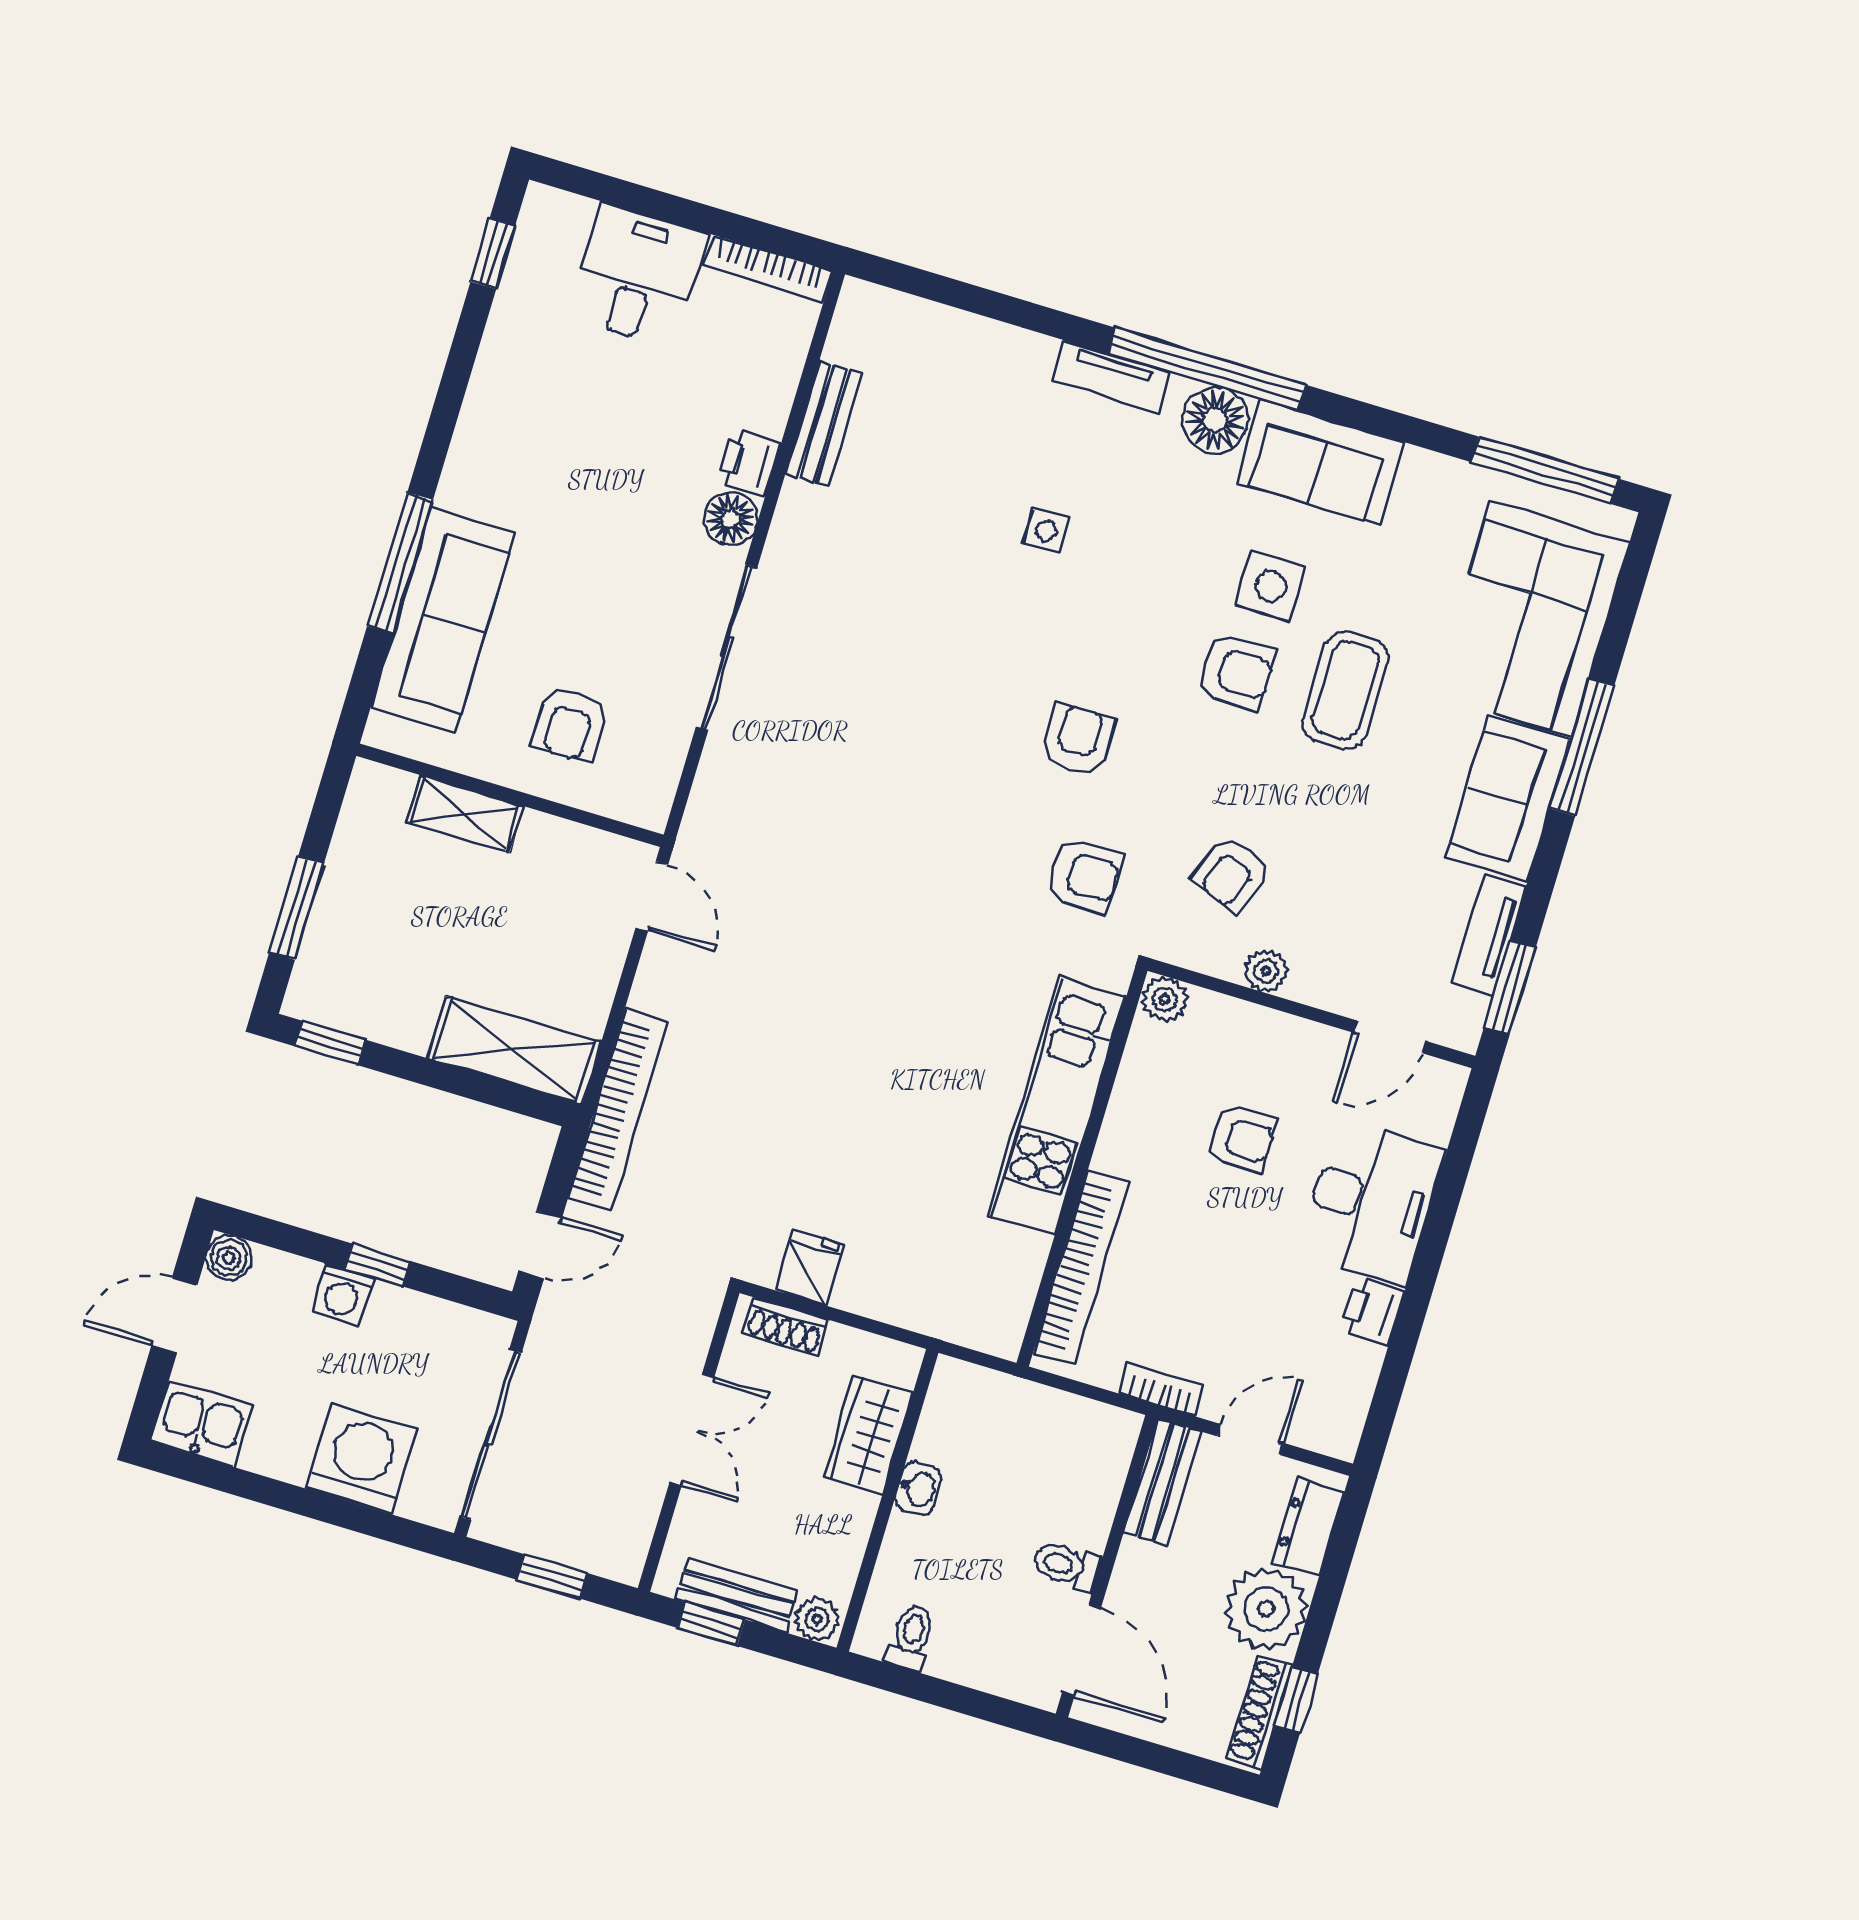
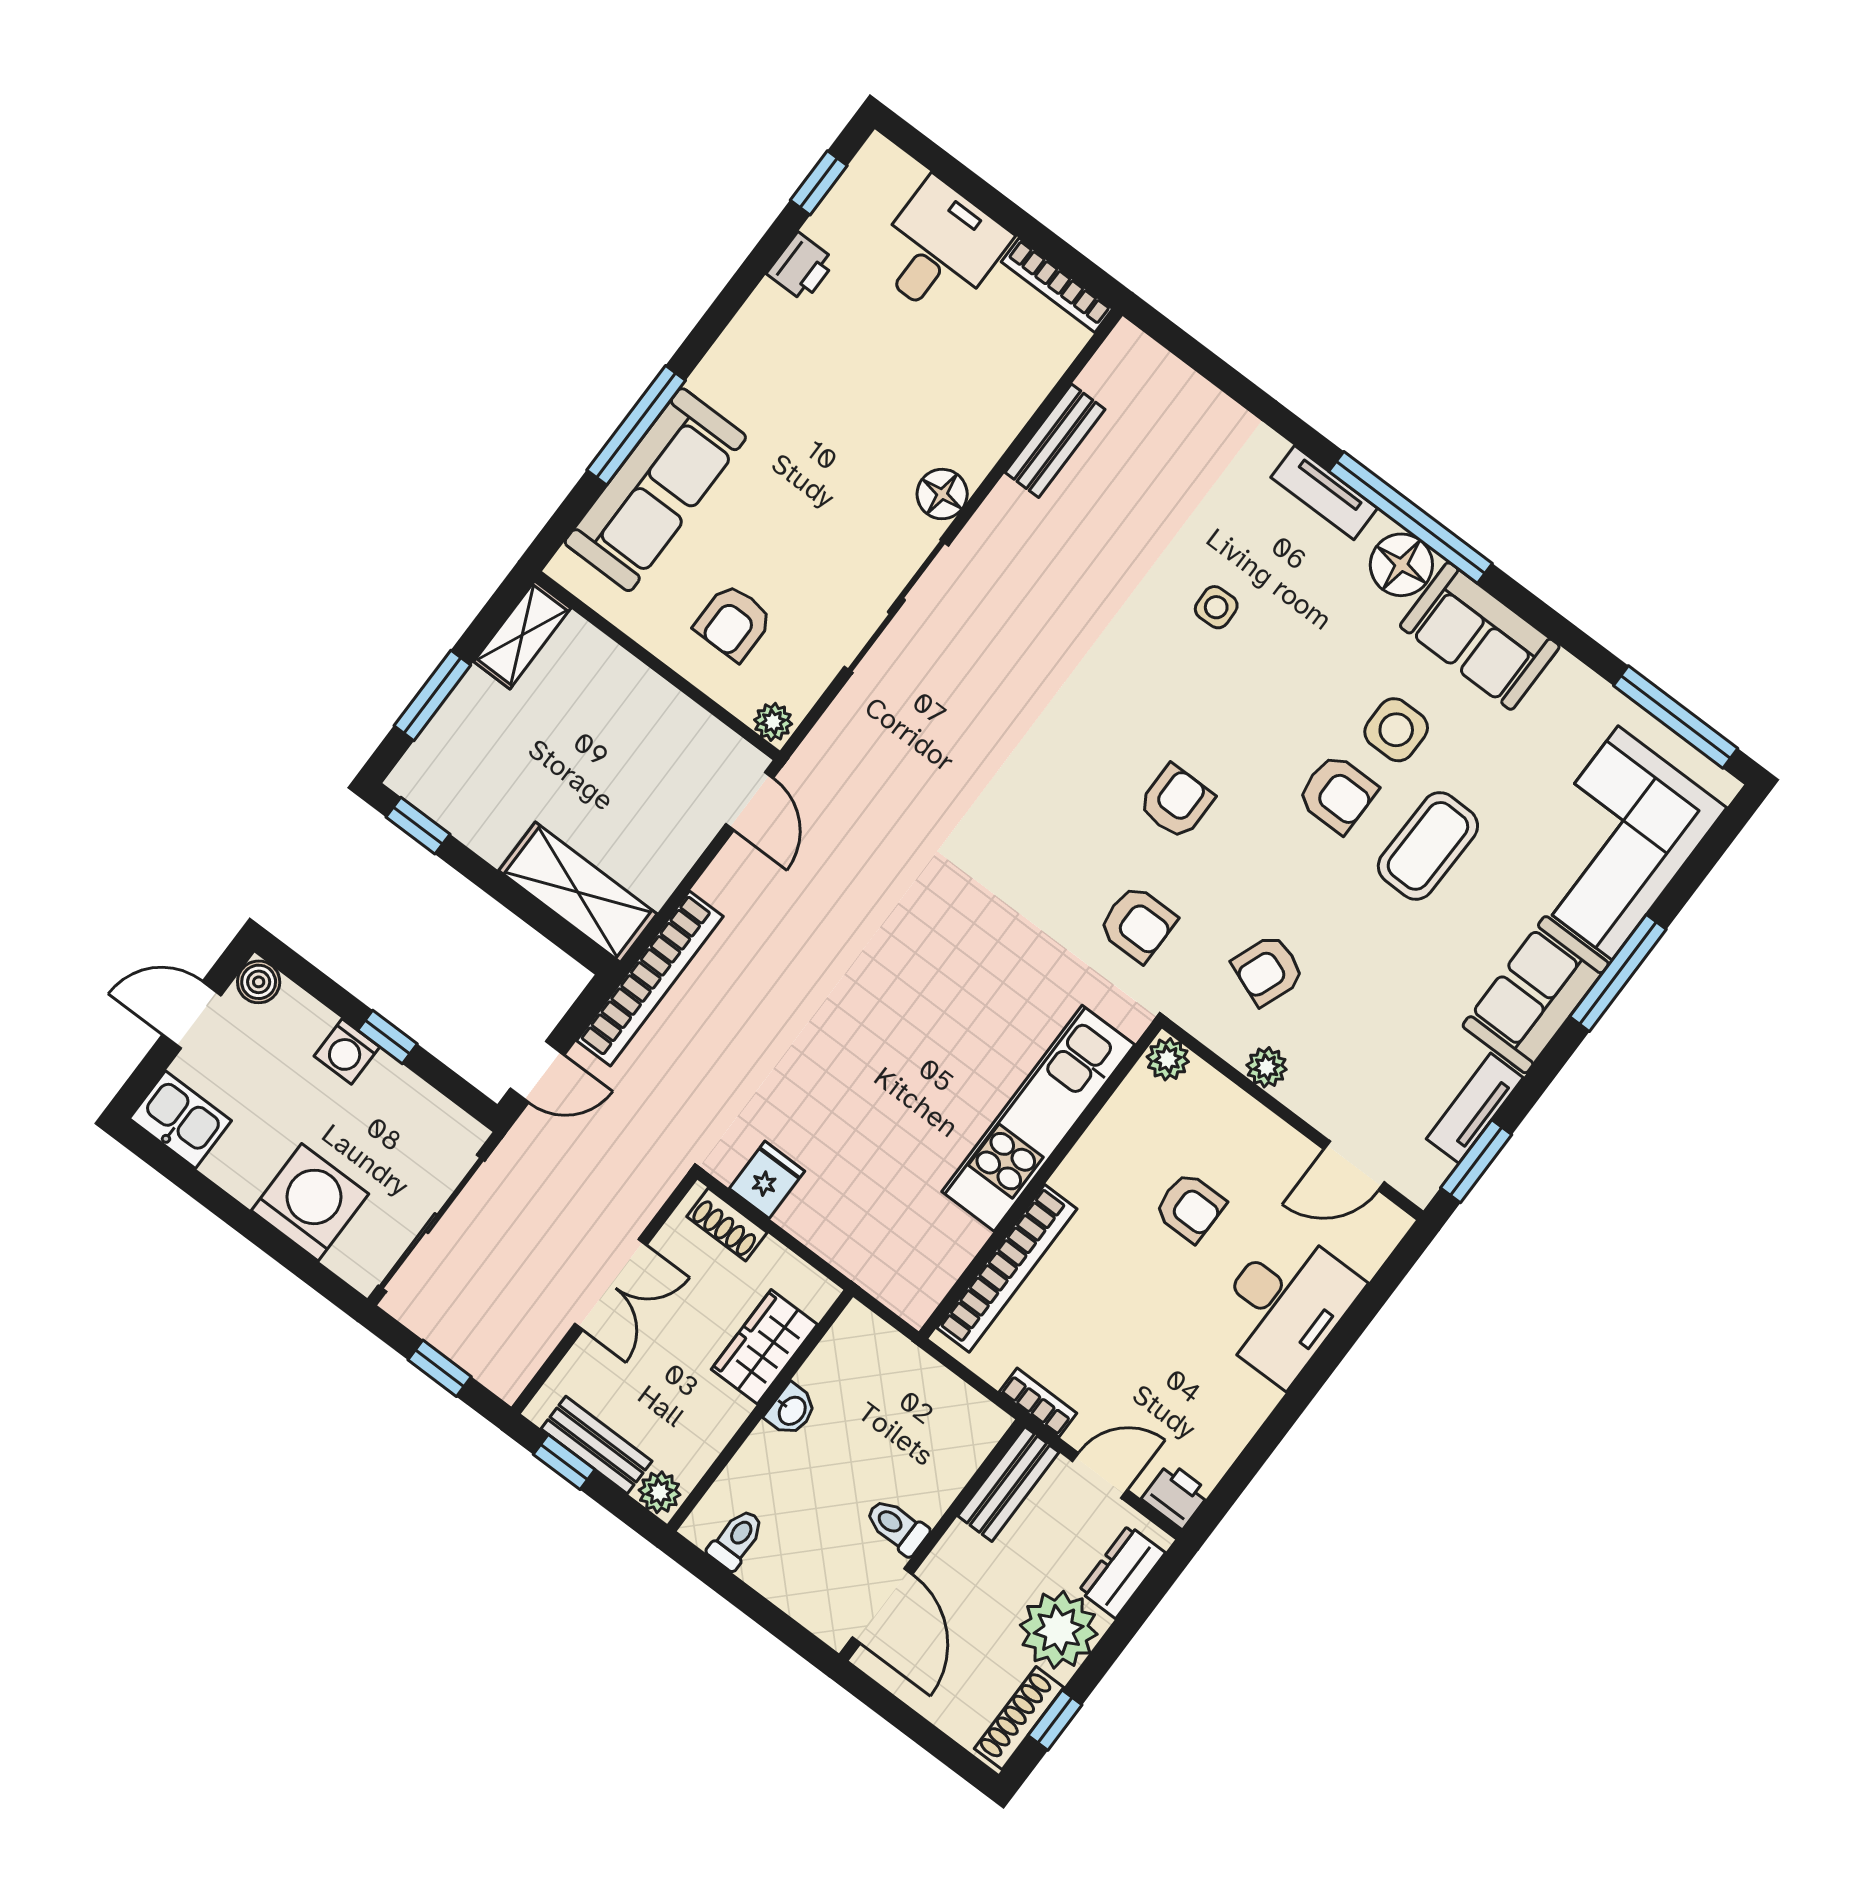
printer: (749, 462) -> (801, 267), moved, turned 180
plant: (646, 808) -> (773, 722), added
shelving: (465, 814) -> (522, 635), moved, turned 90
printer: (1373, 1311) -> (1176, 1496), moved, turned 90

